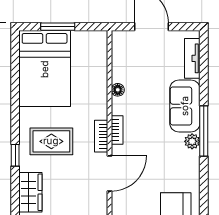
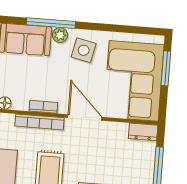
bookcase: (101, 136) -> (39, 122), width x1.56
side table: (178, 167) -> (84, 50), added

